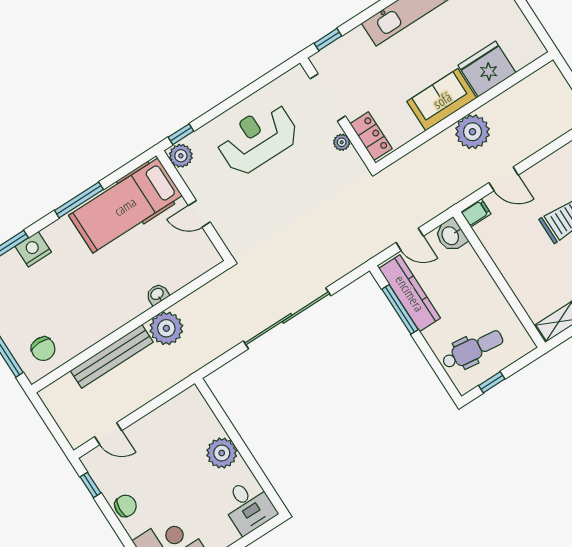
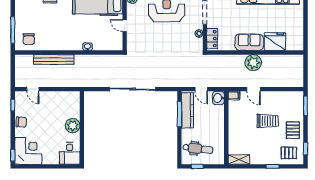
plant: (166, 328) -> (83, 62), removed

